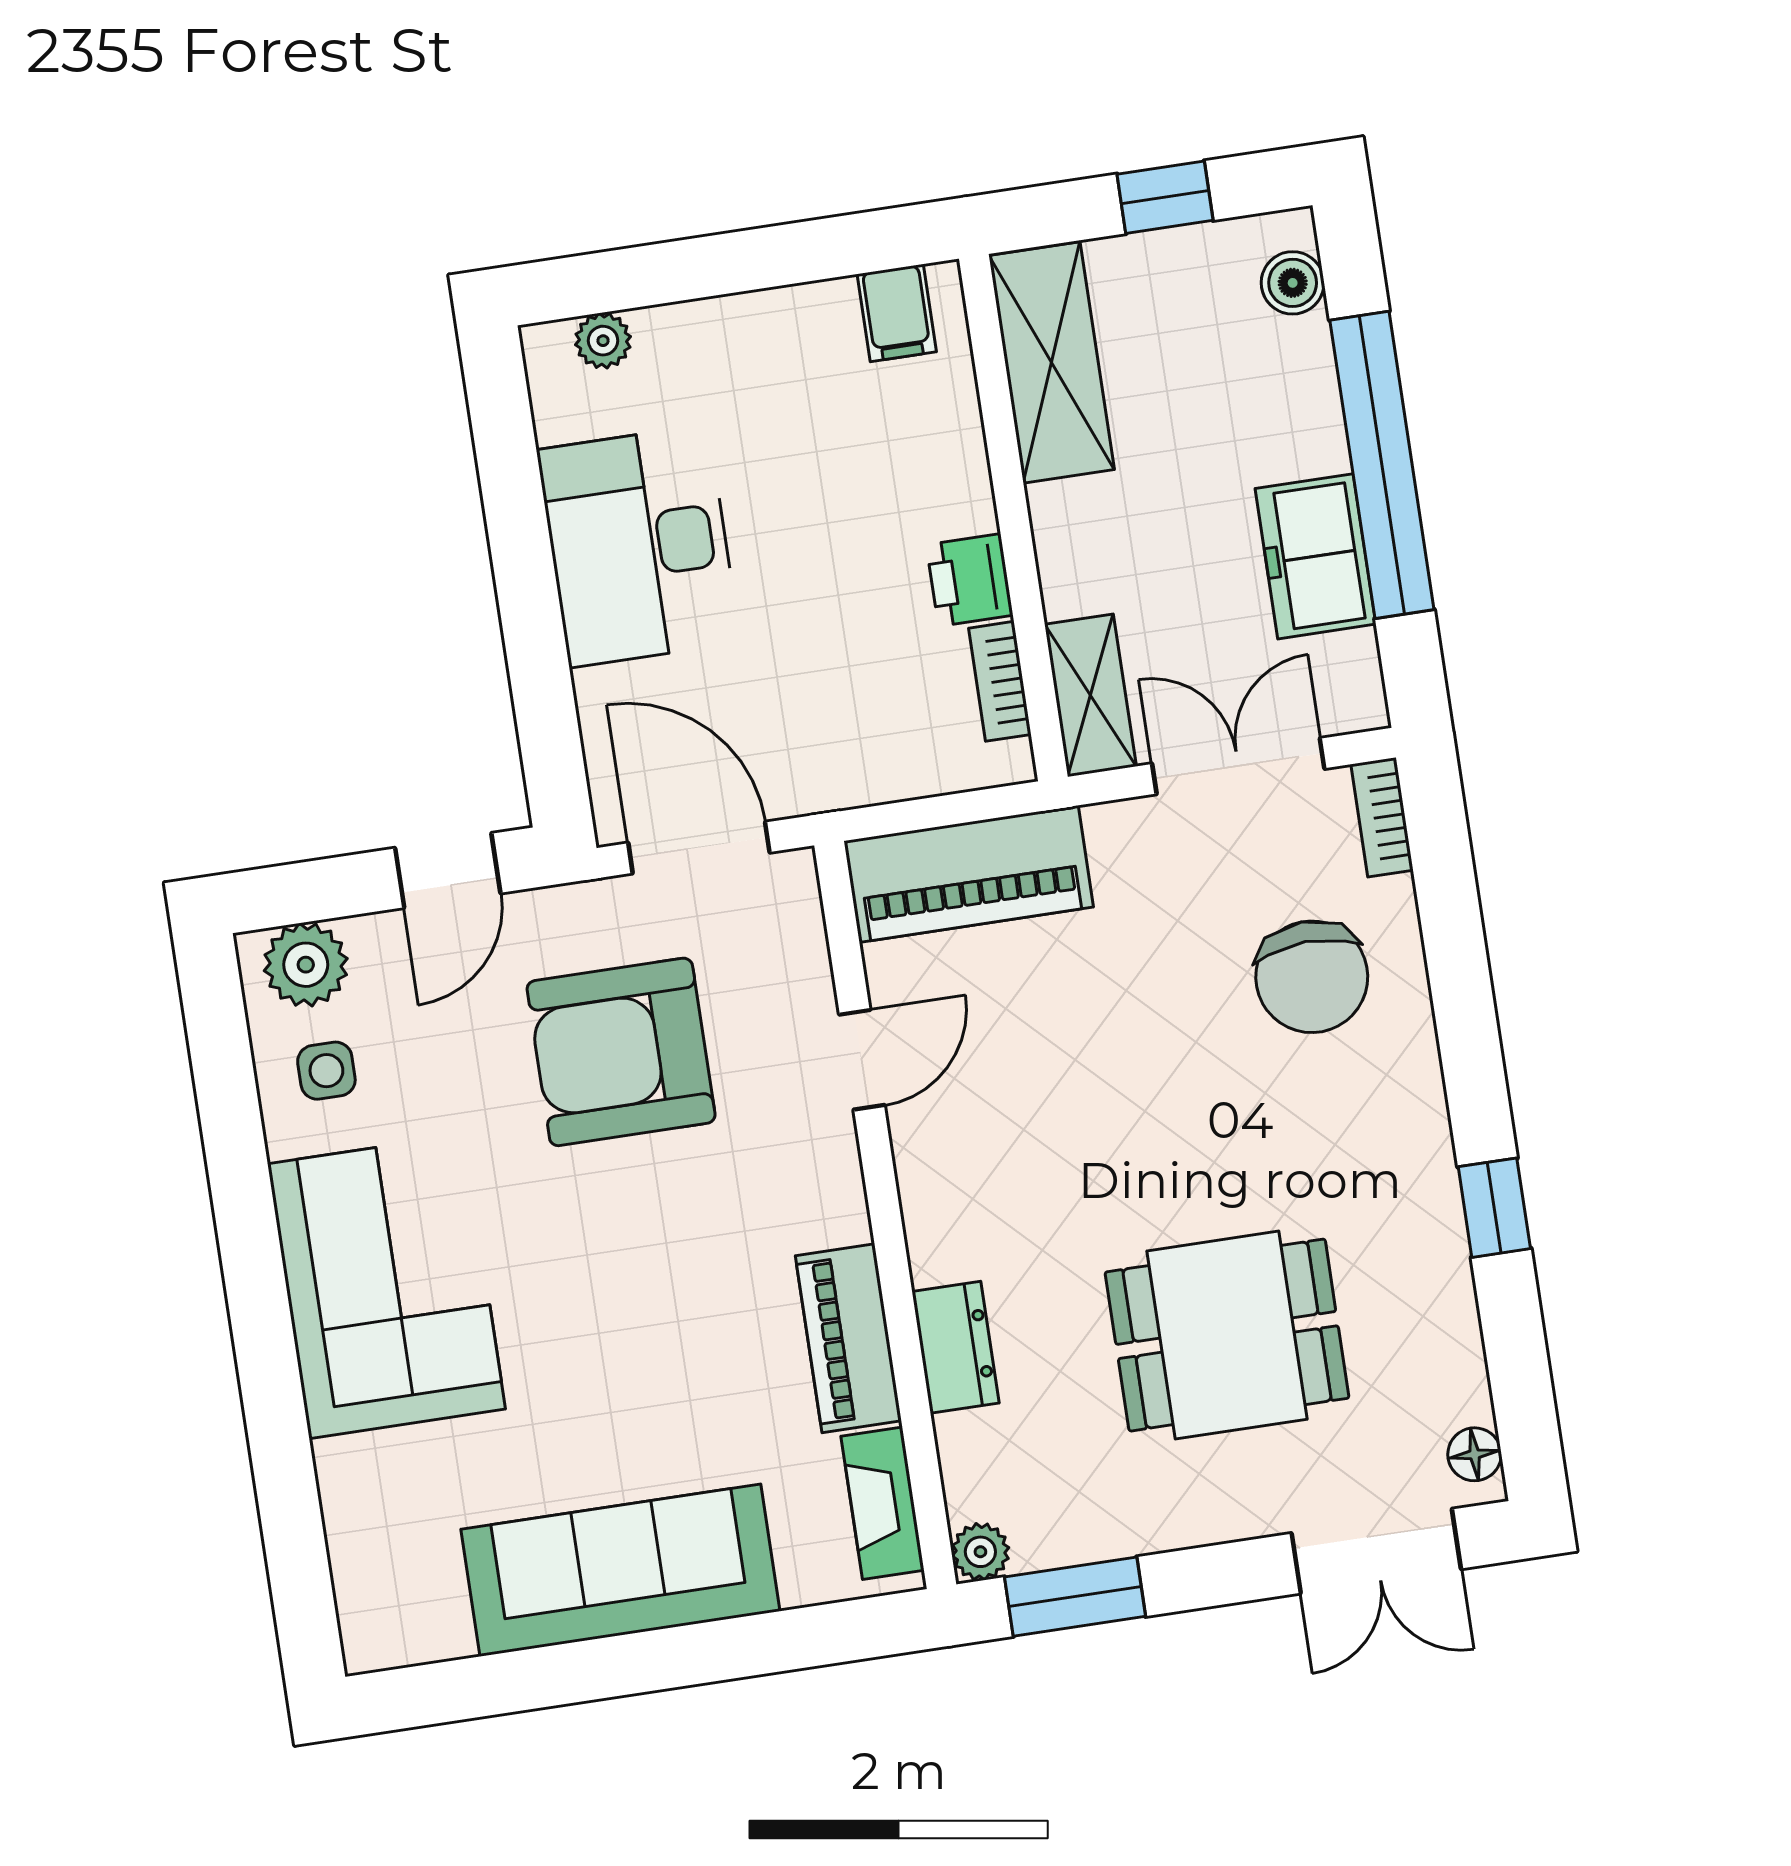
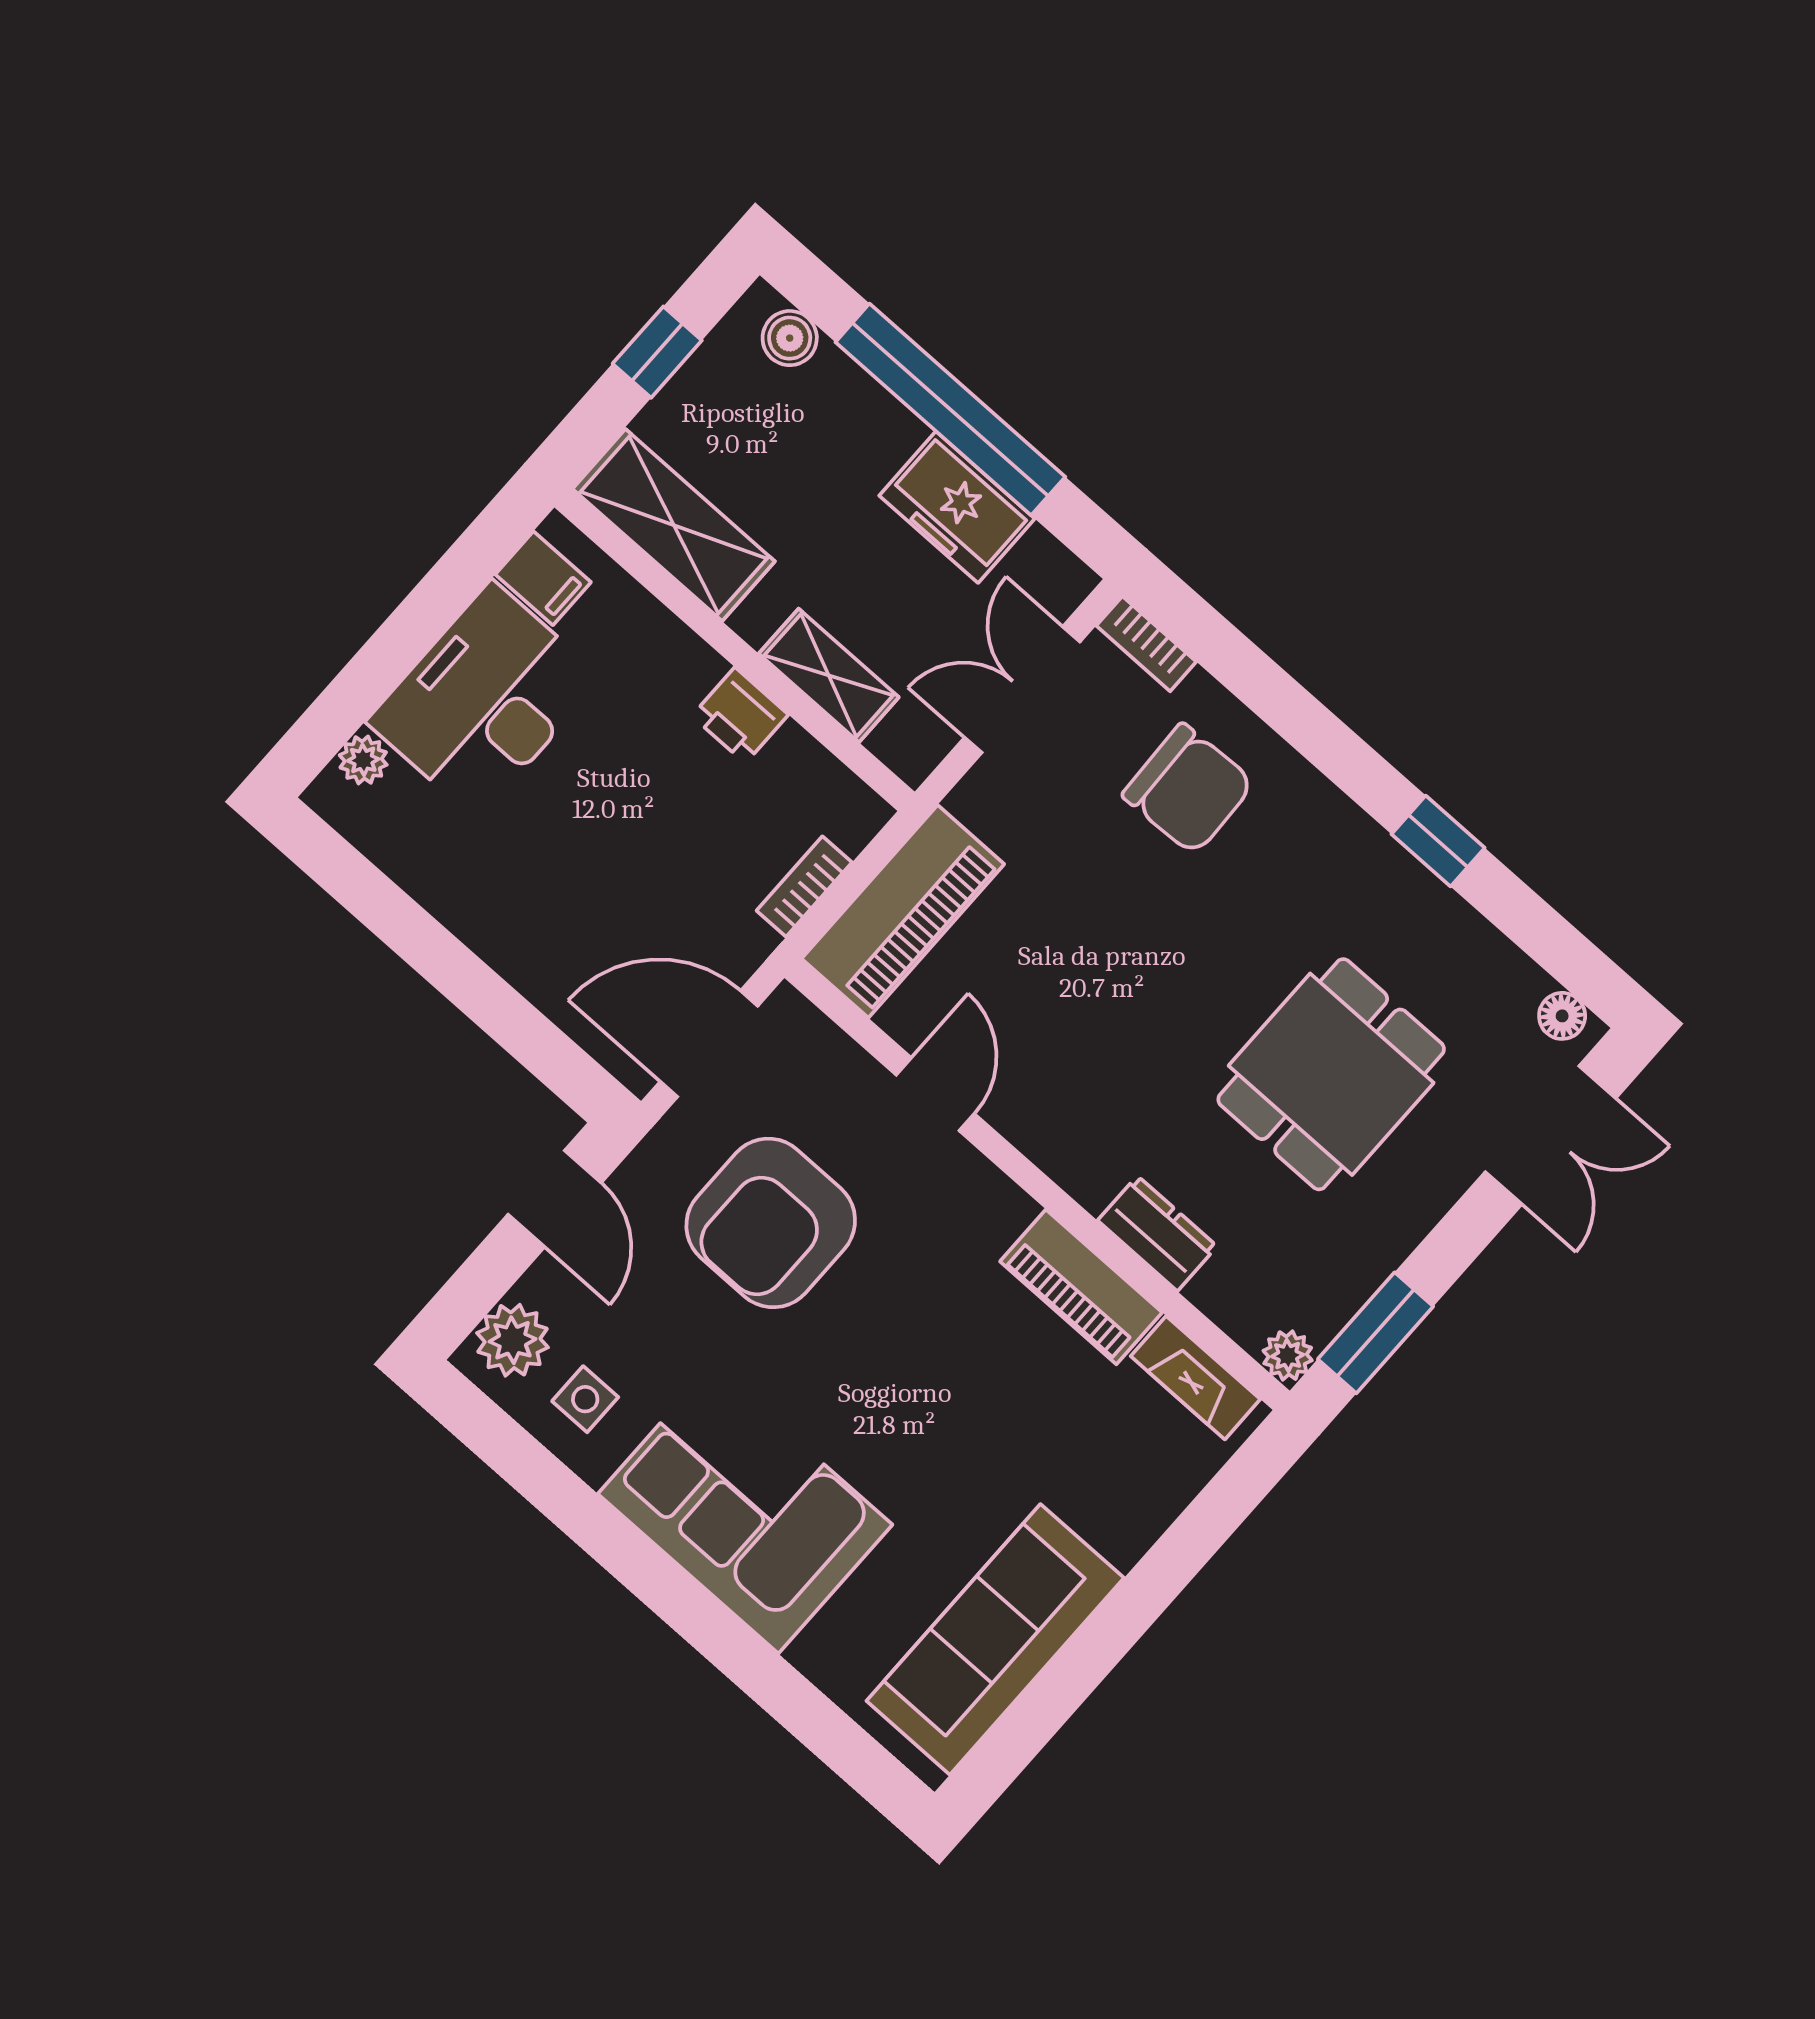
desk: (639, 546) -> (485, 700), moved, turned 90
bookcase: (1000, 681) -> (804, 887), moved, turned 90
shelving: (1090, 695) -> (829, 675), moved
sofa: (620, 1570) -> (995, 1639), moved

